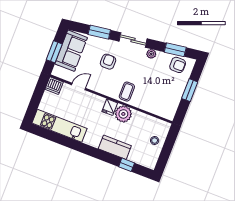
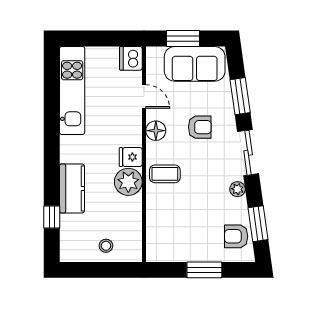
armchair: (178, 65) -> (236, 236), turned 90
floor lamp: (100, 87) -> (156, 131), added

